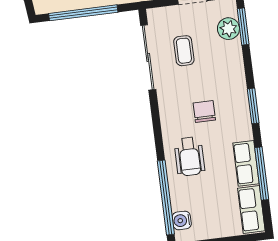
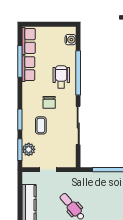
coffee table: (184, 51) -> (41, 125), moved
sliding door: (148, 57) -> (78, 125), moved
window: (253, 106) -> (20, 119), moved
window: (166, 197) -> (78, 73), moved

